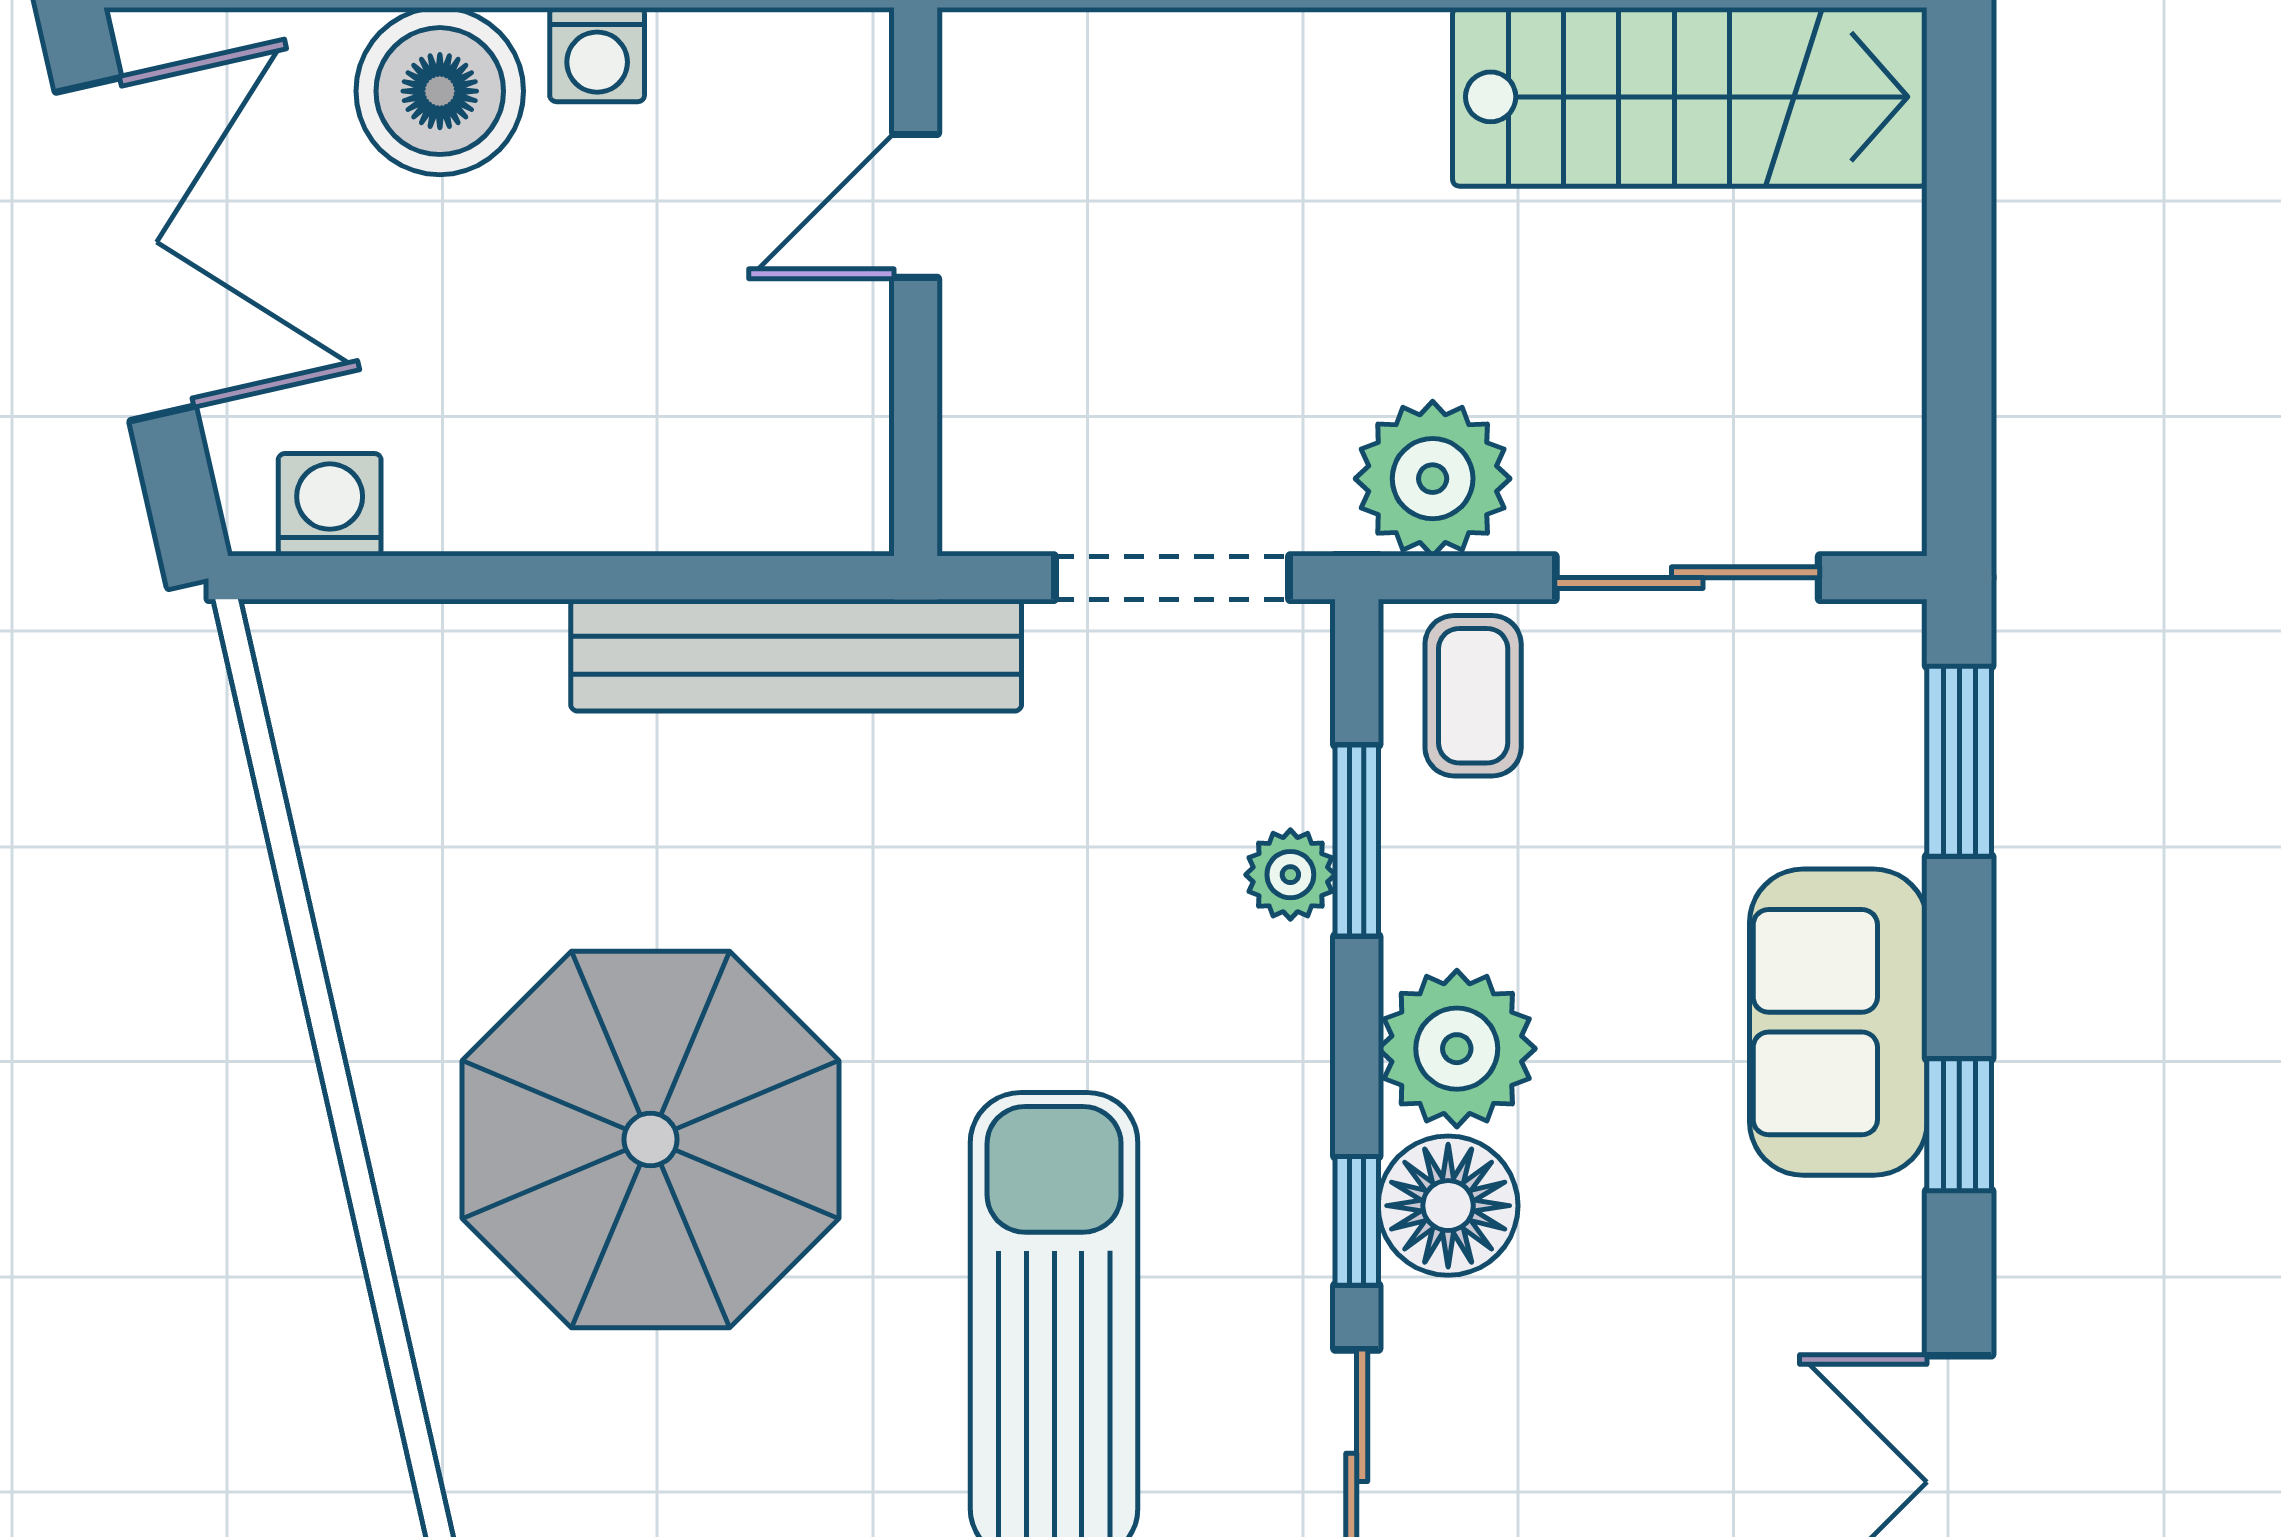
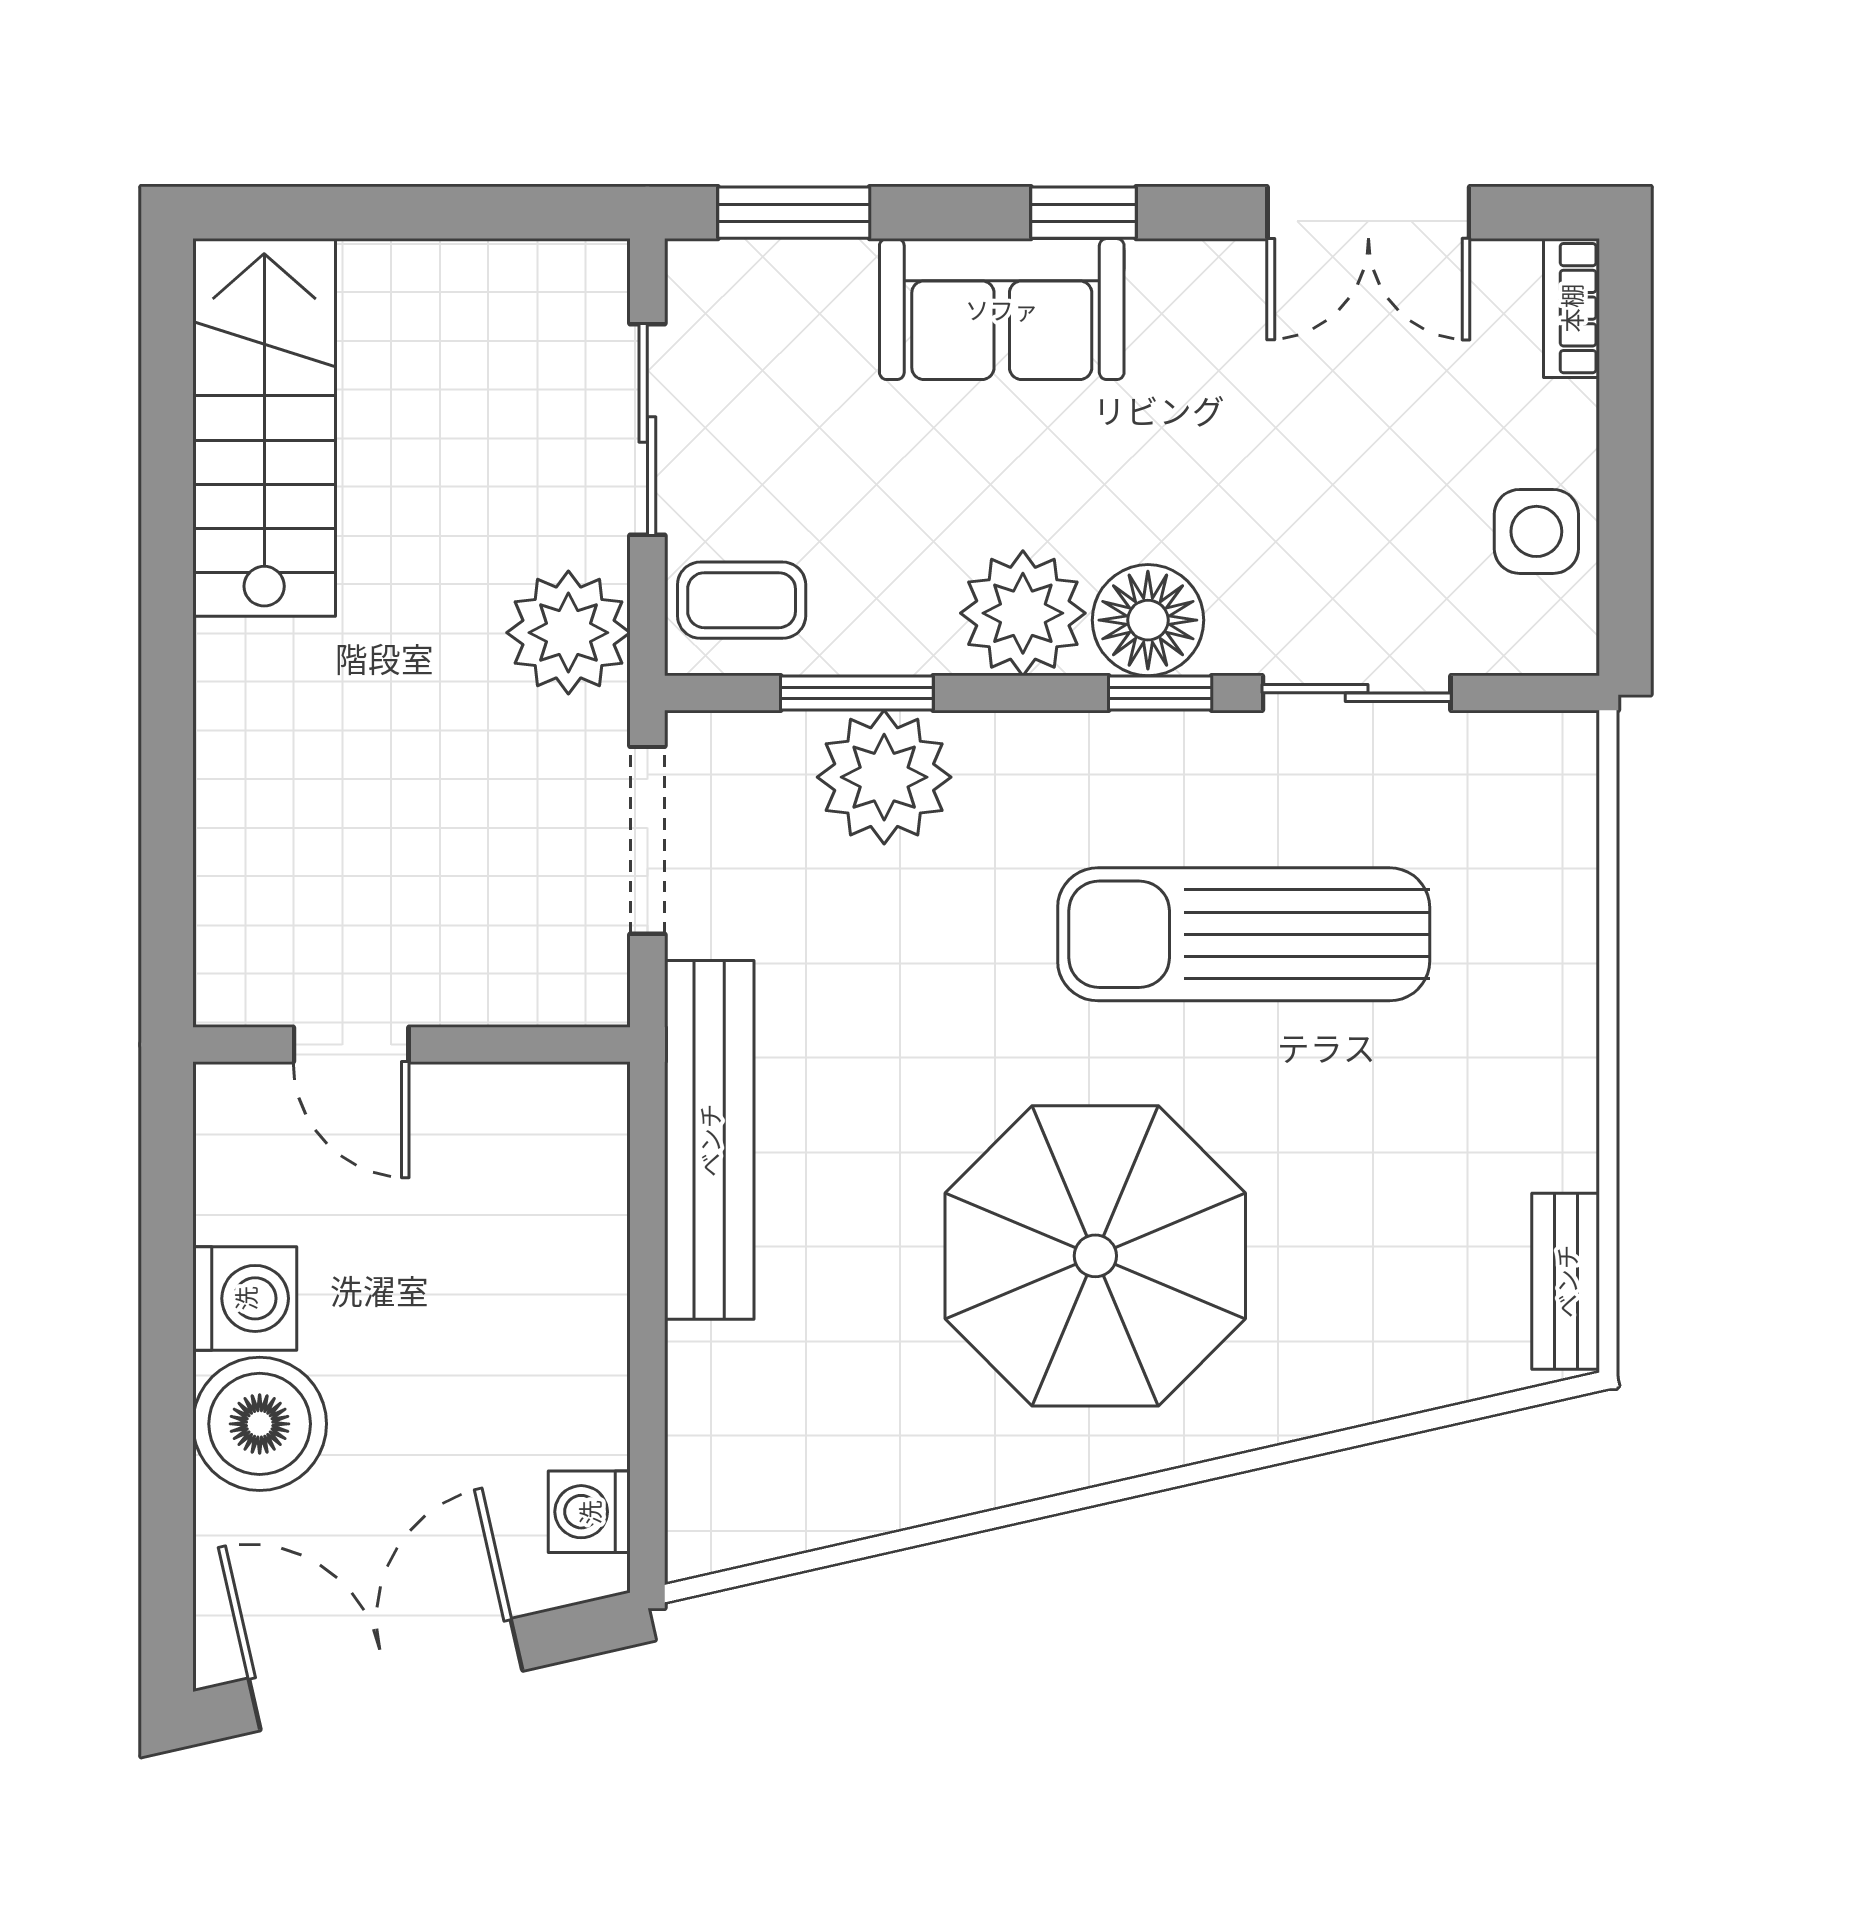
washing machine: (597, 55) -> (245, 1298), width x1.38, depth x1.38
plant: (1290, 875) -> (884, 777), width x1.88, depth x1.88

